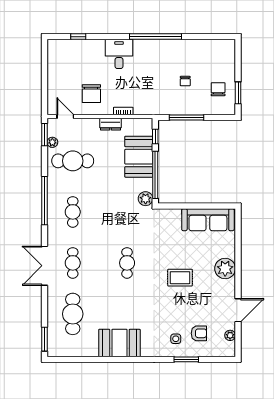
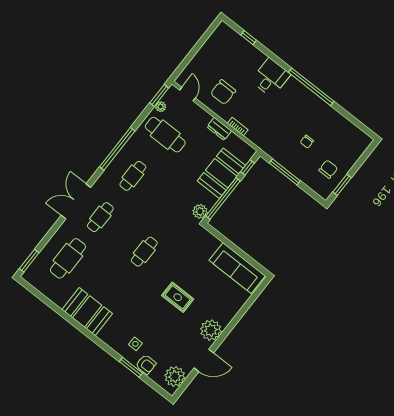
plant: (225, 268) -> (211, 330), moved
armchair: (199, 333) -> (146, 364), moved
plant: (230, 335) -> (175, 376), width x1.87, depth x1.87

